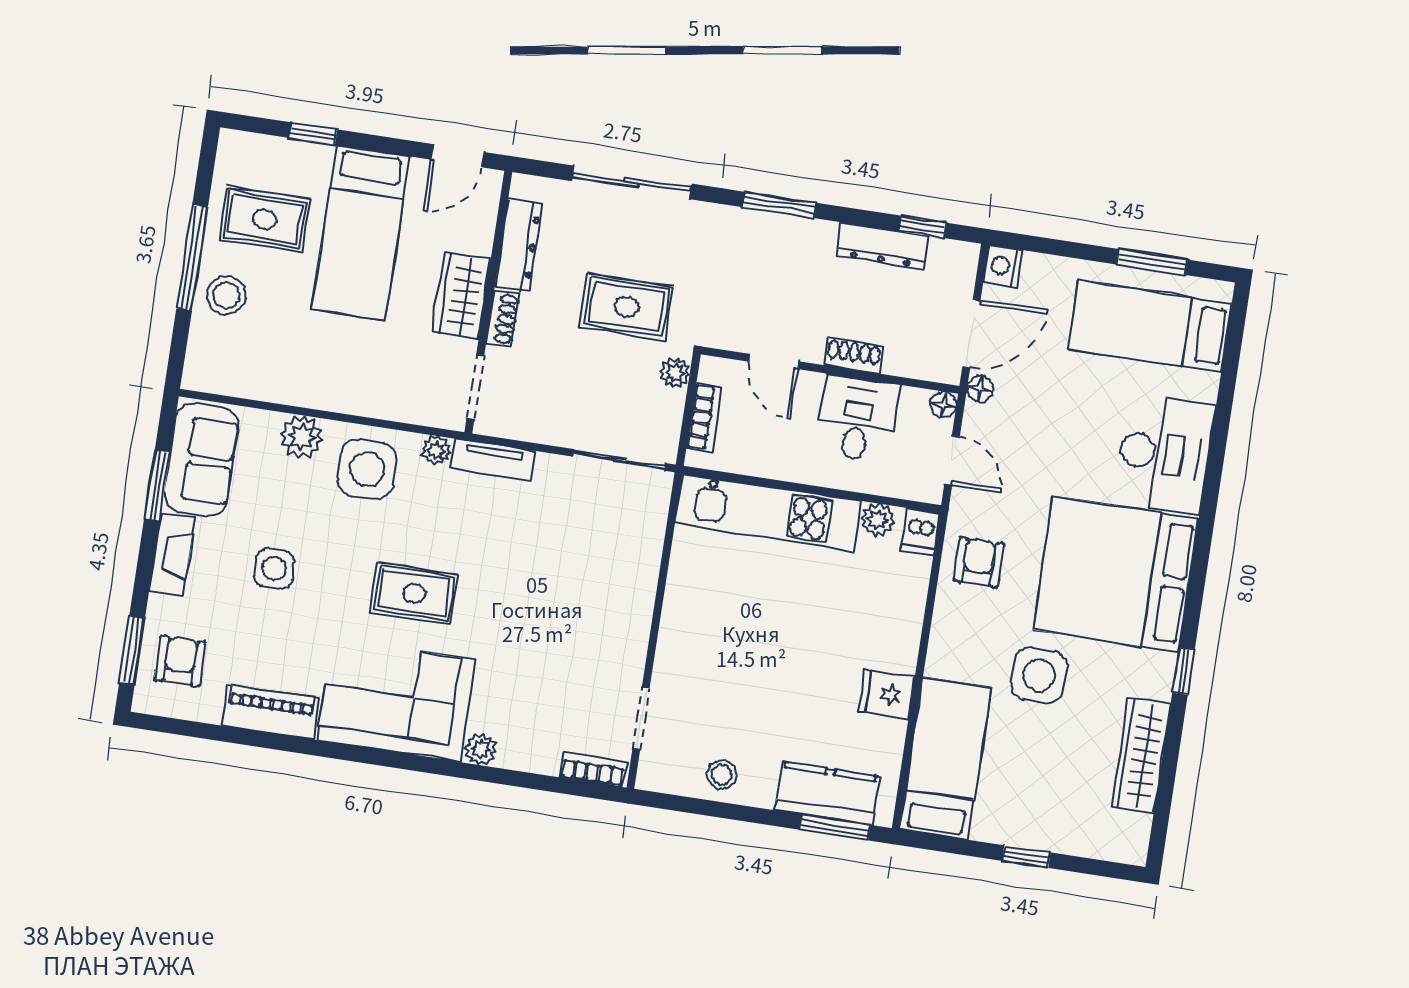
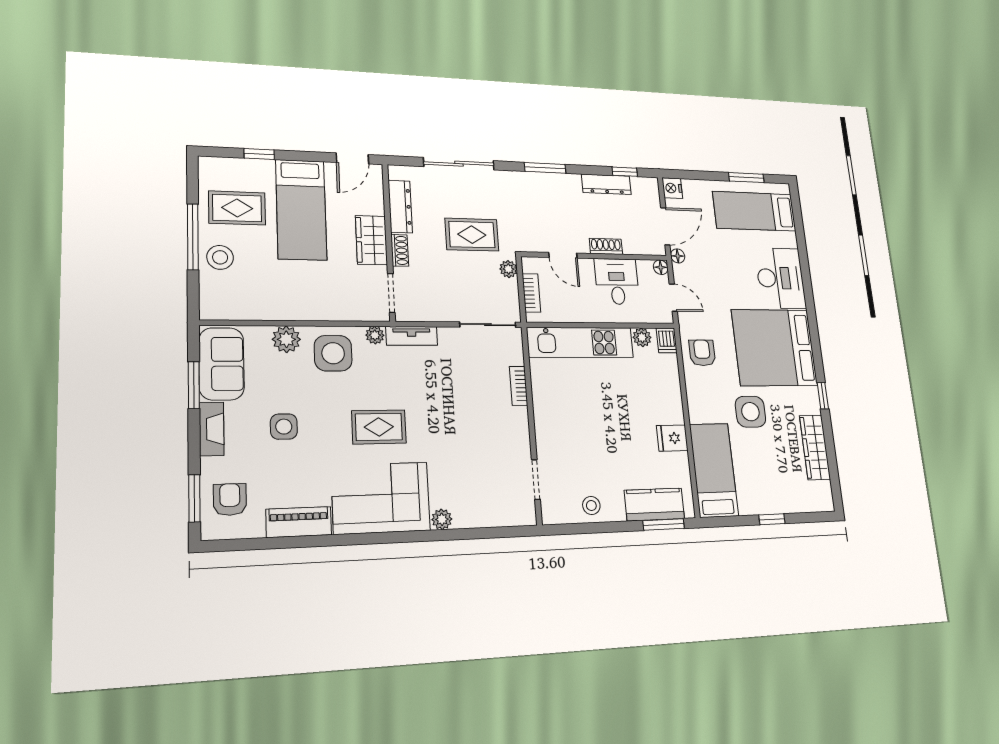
bookcase: (593, 770) -> (519, 386), moved, turned -90

